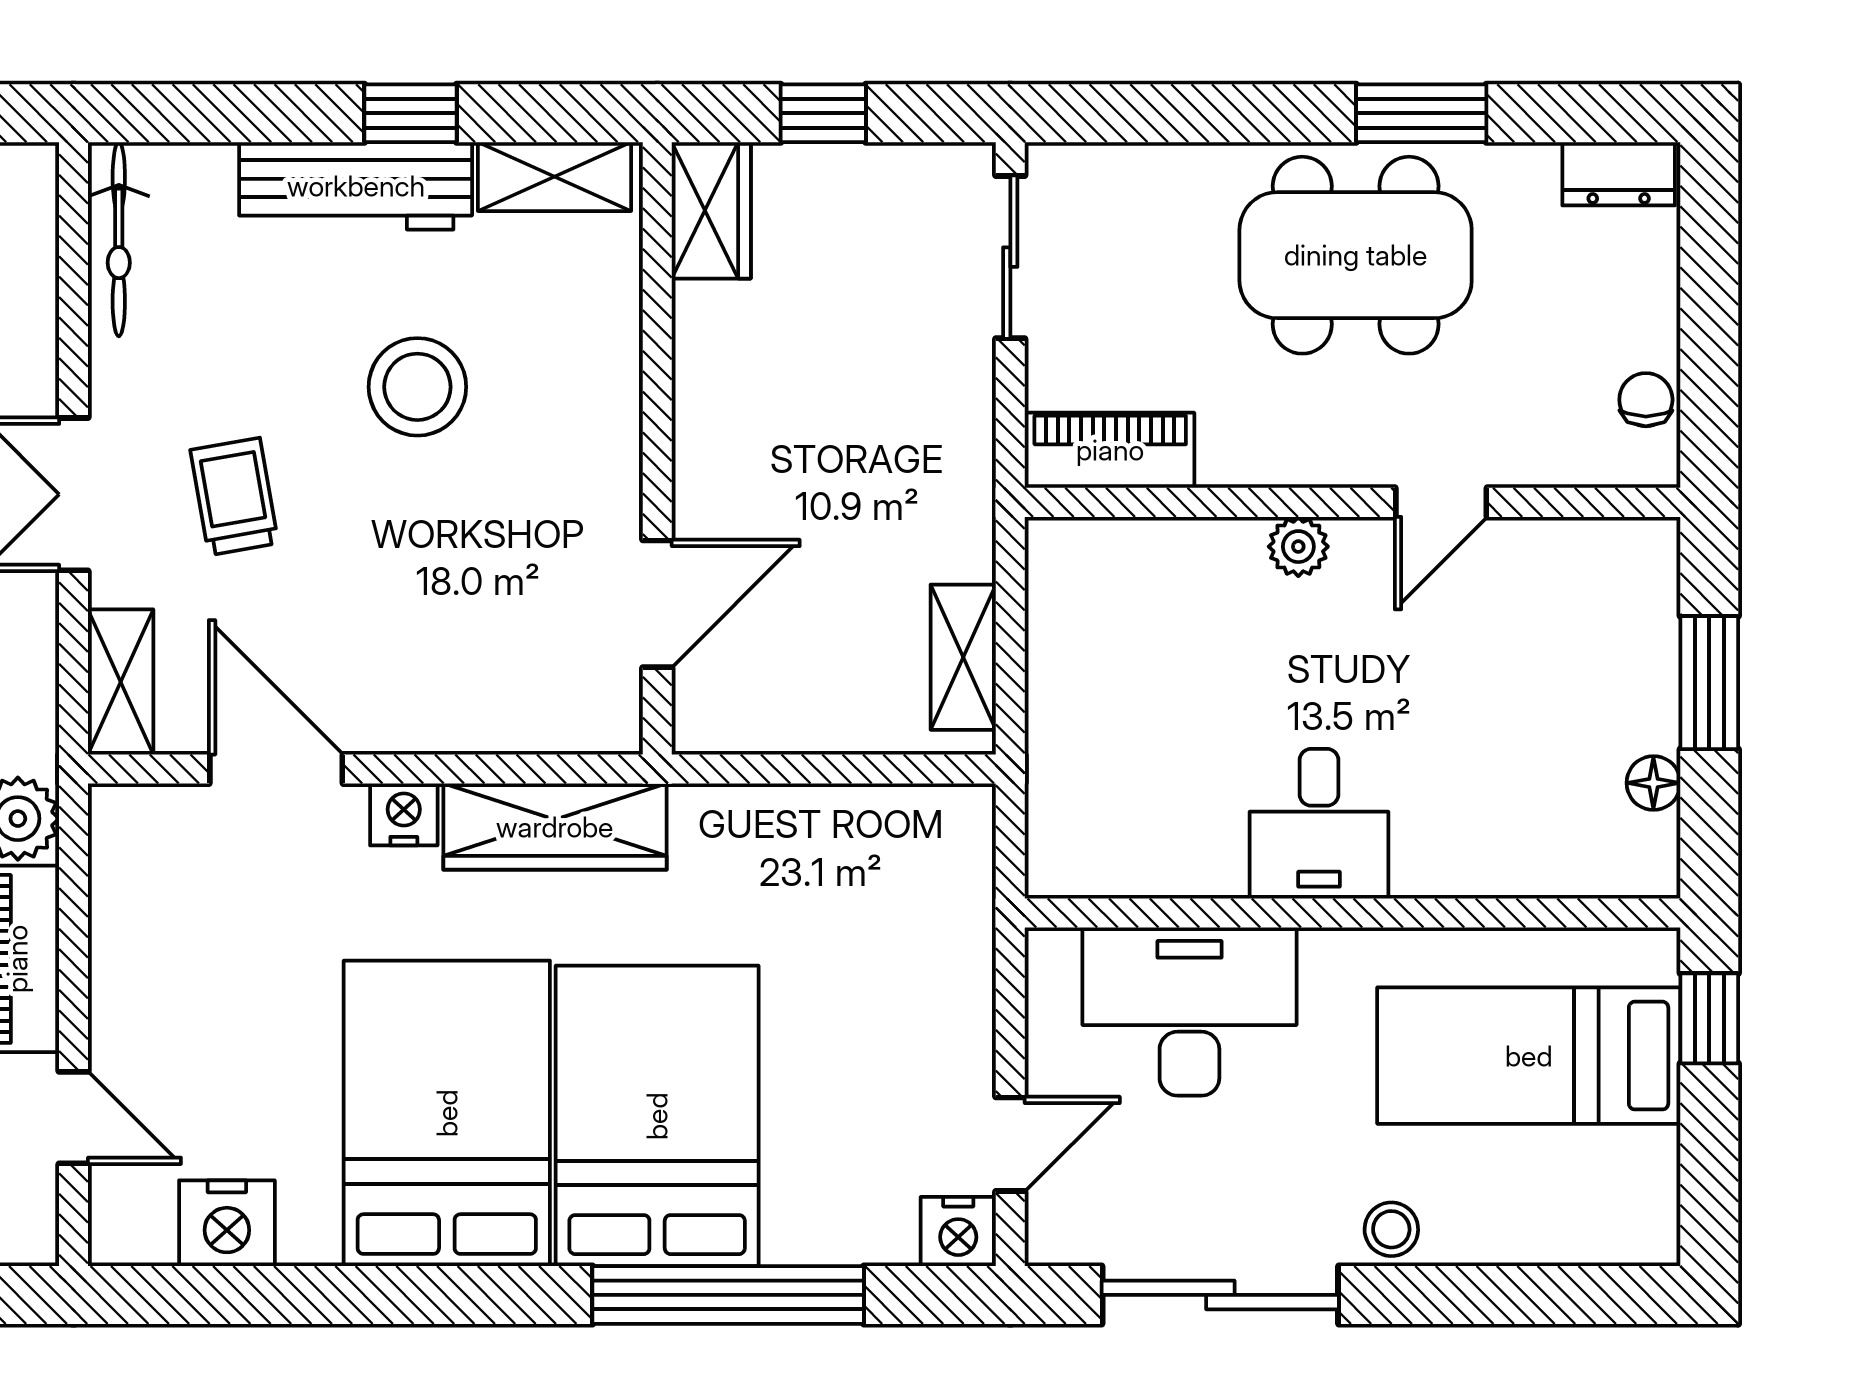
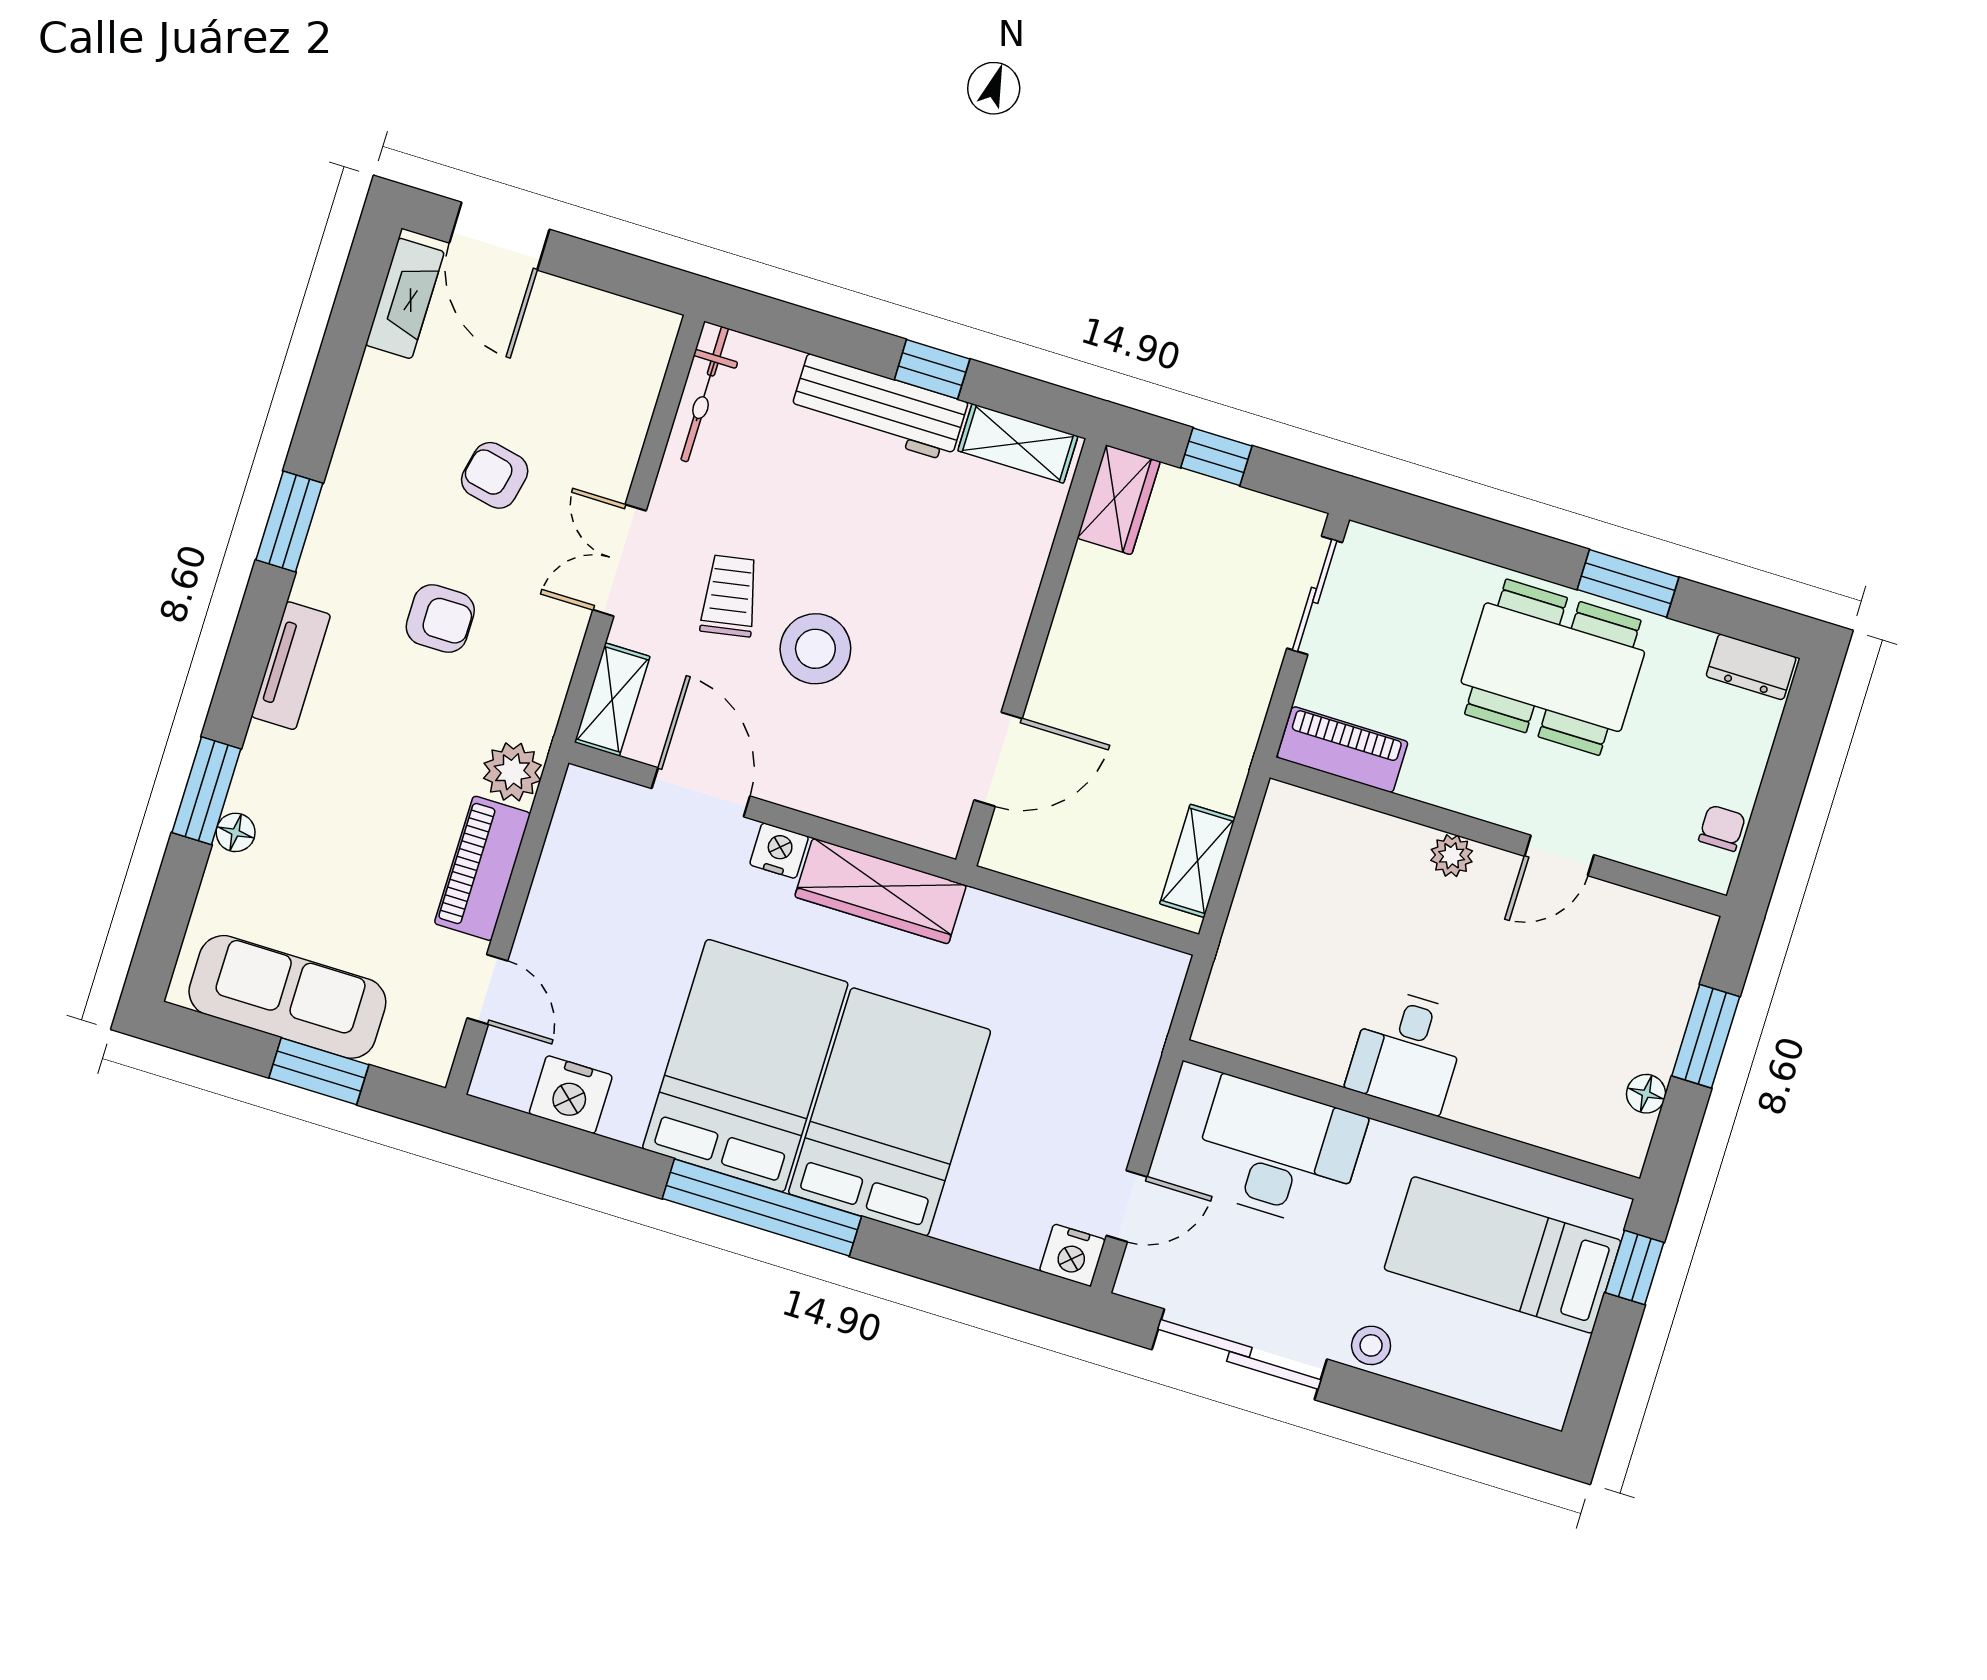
stool: (417, 387) -> (815, 649), moved
window: (728, 1295) -> (762, 1207), moved

